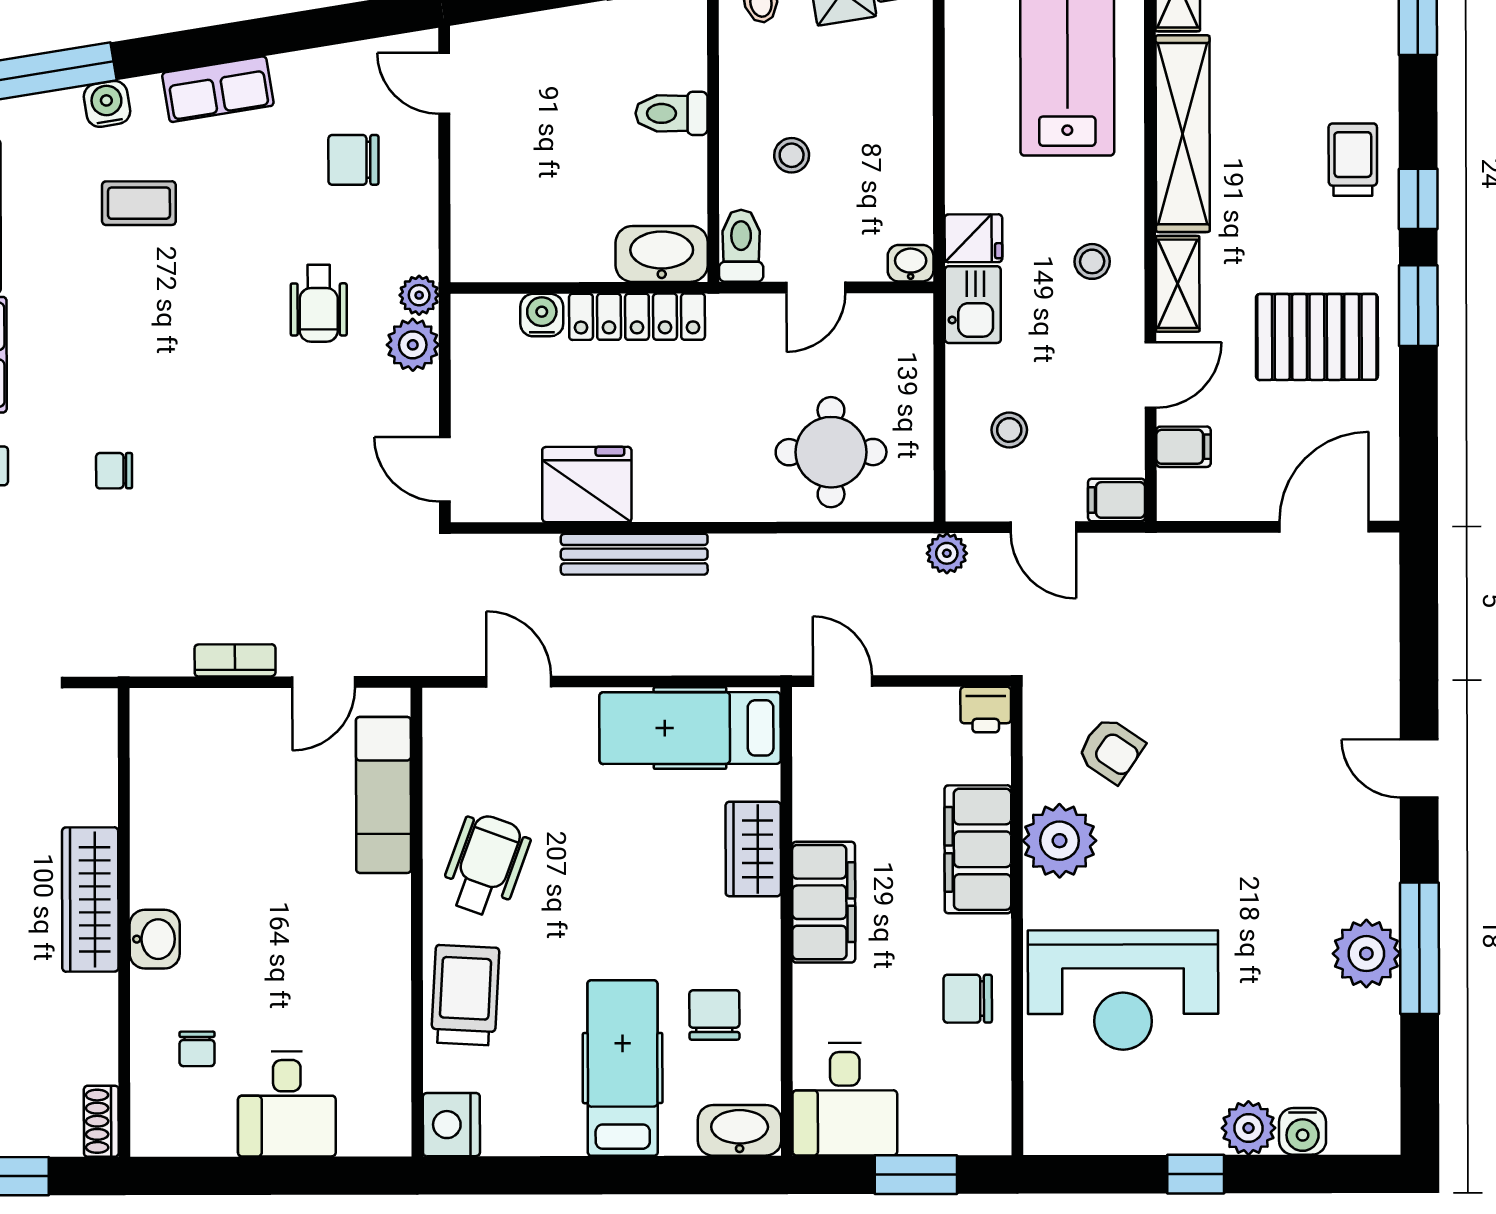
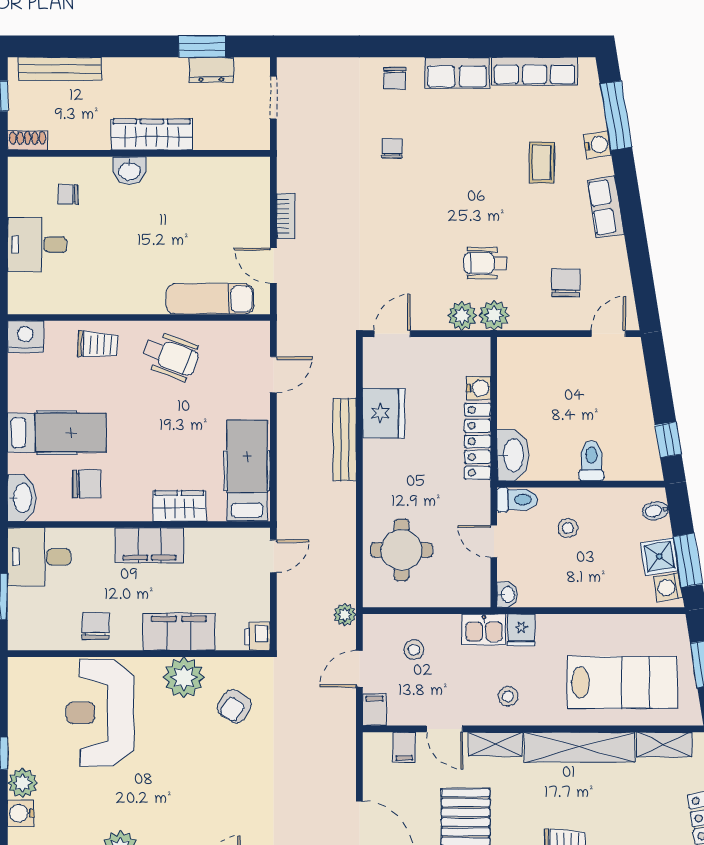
plant: (419, 295) -> (494, 315), width x1.38, depth x1.38
trolley: (465, 995) -> (98, 344), width x0.73, depth x0.72

